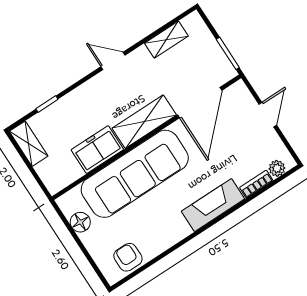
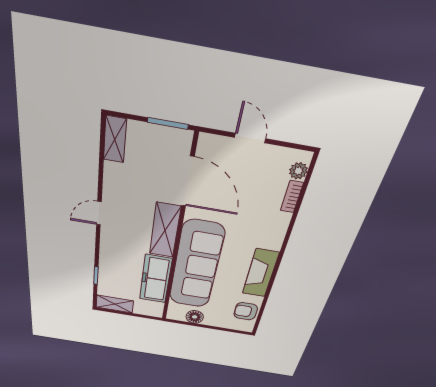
shelving: (166, 40) -> (115, 139), moved
freezer: (97, 150) -> (156, 279), width x1.40
fireplace: (213, 205) -> (260, 273), moved

